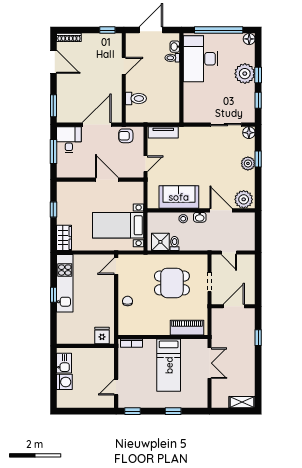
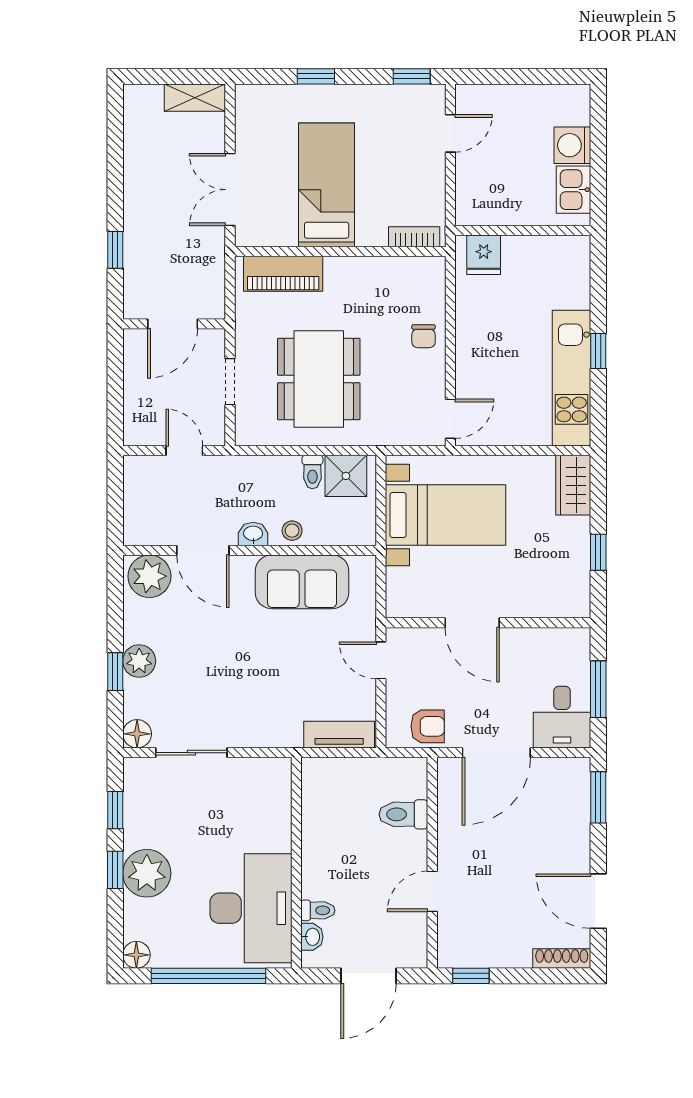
door: (146, 164) -> (381, 660), hinge flipped
dining table: (172, 283) -> (319, 379), width x1.38
shelving: (242, 402) -> (195, 98), moved

